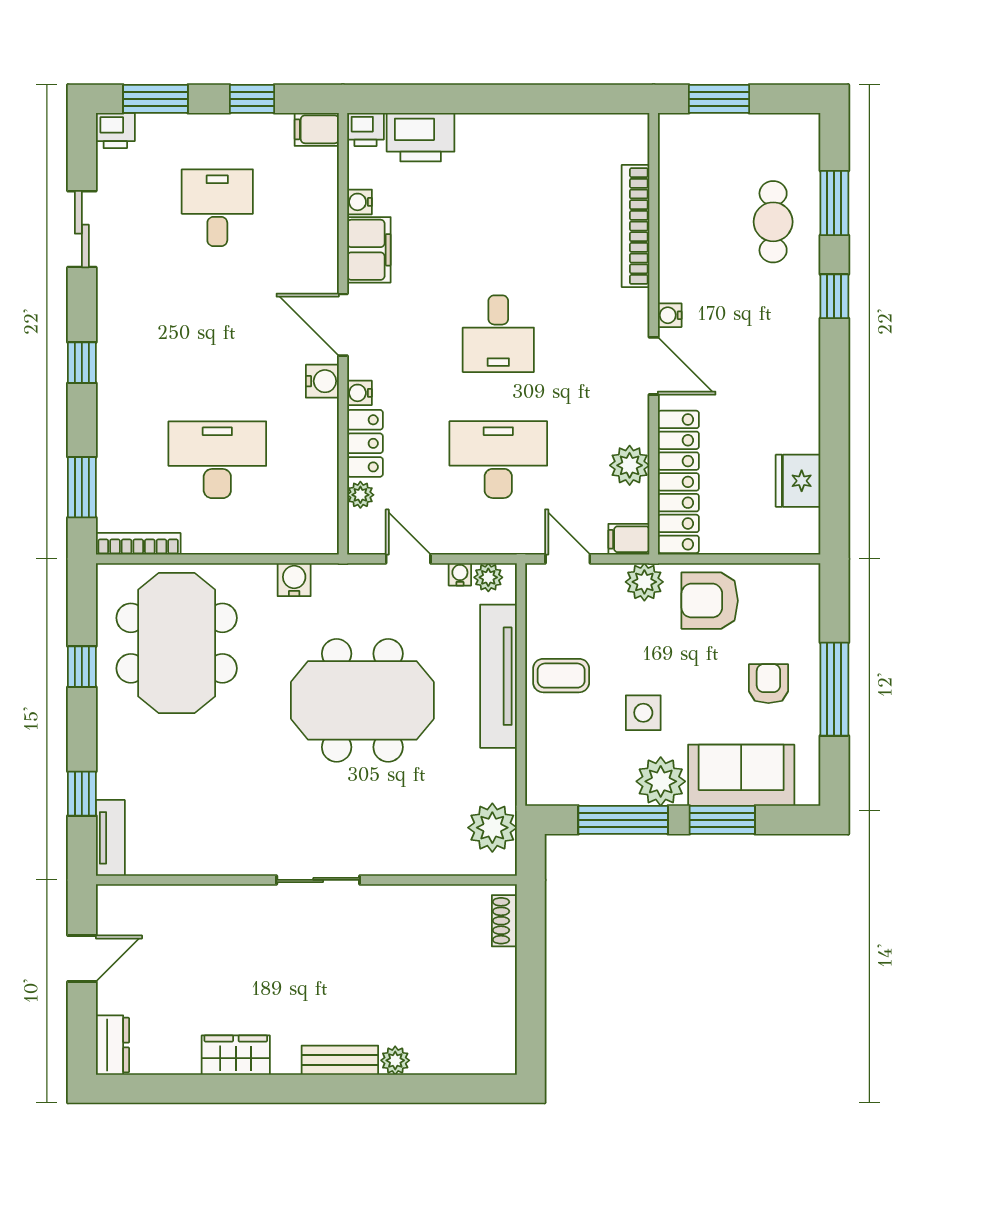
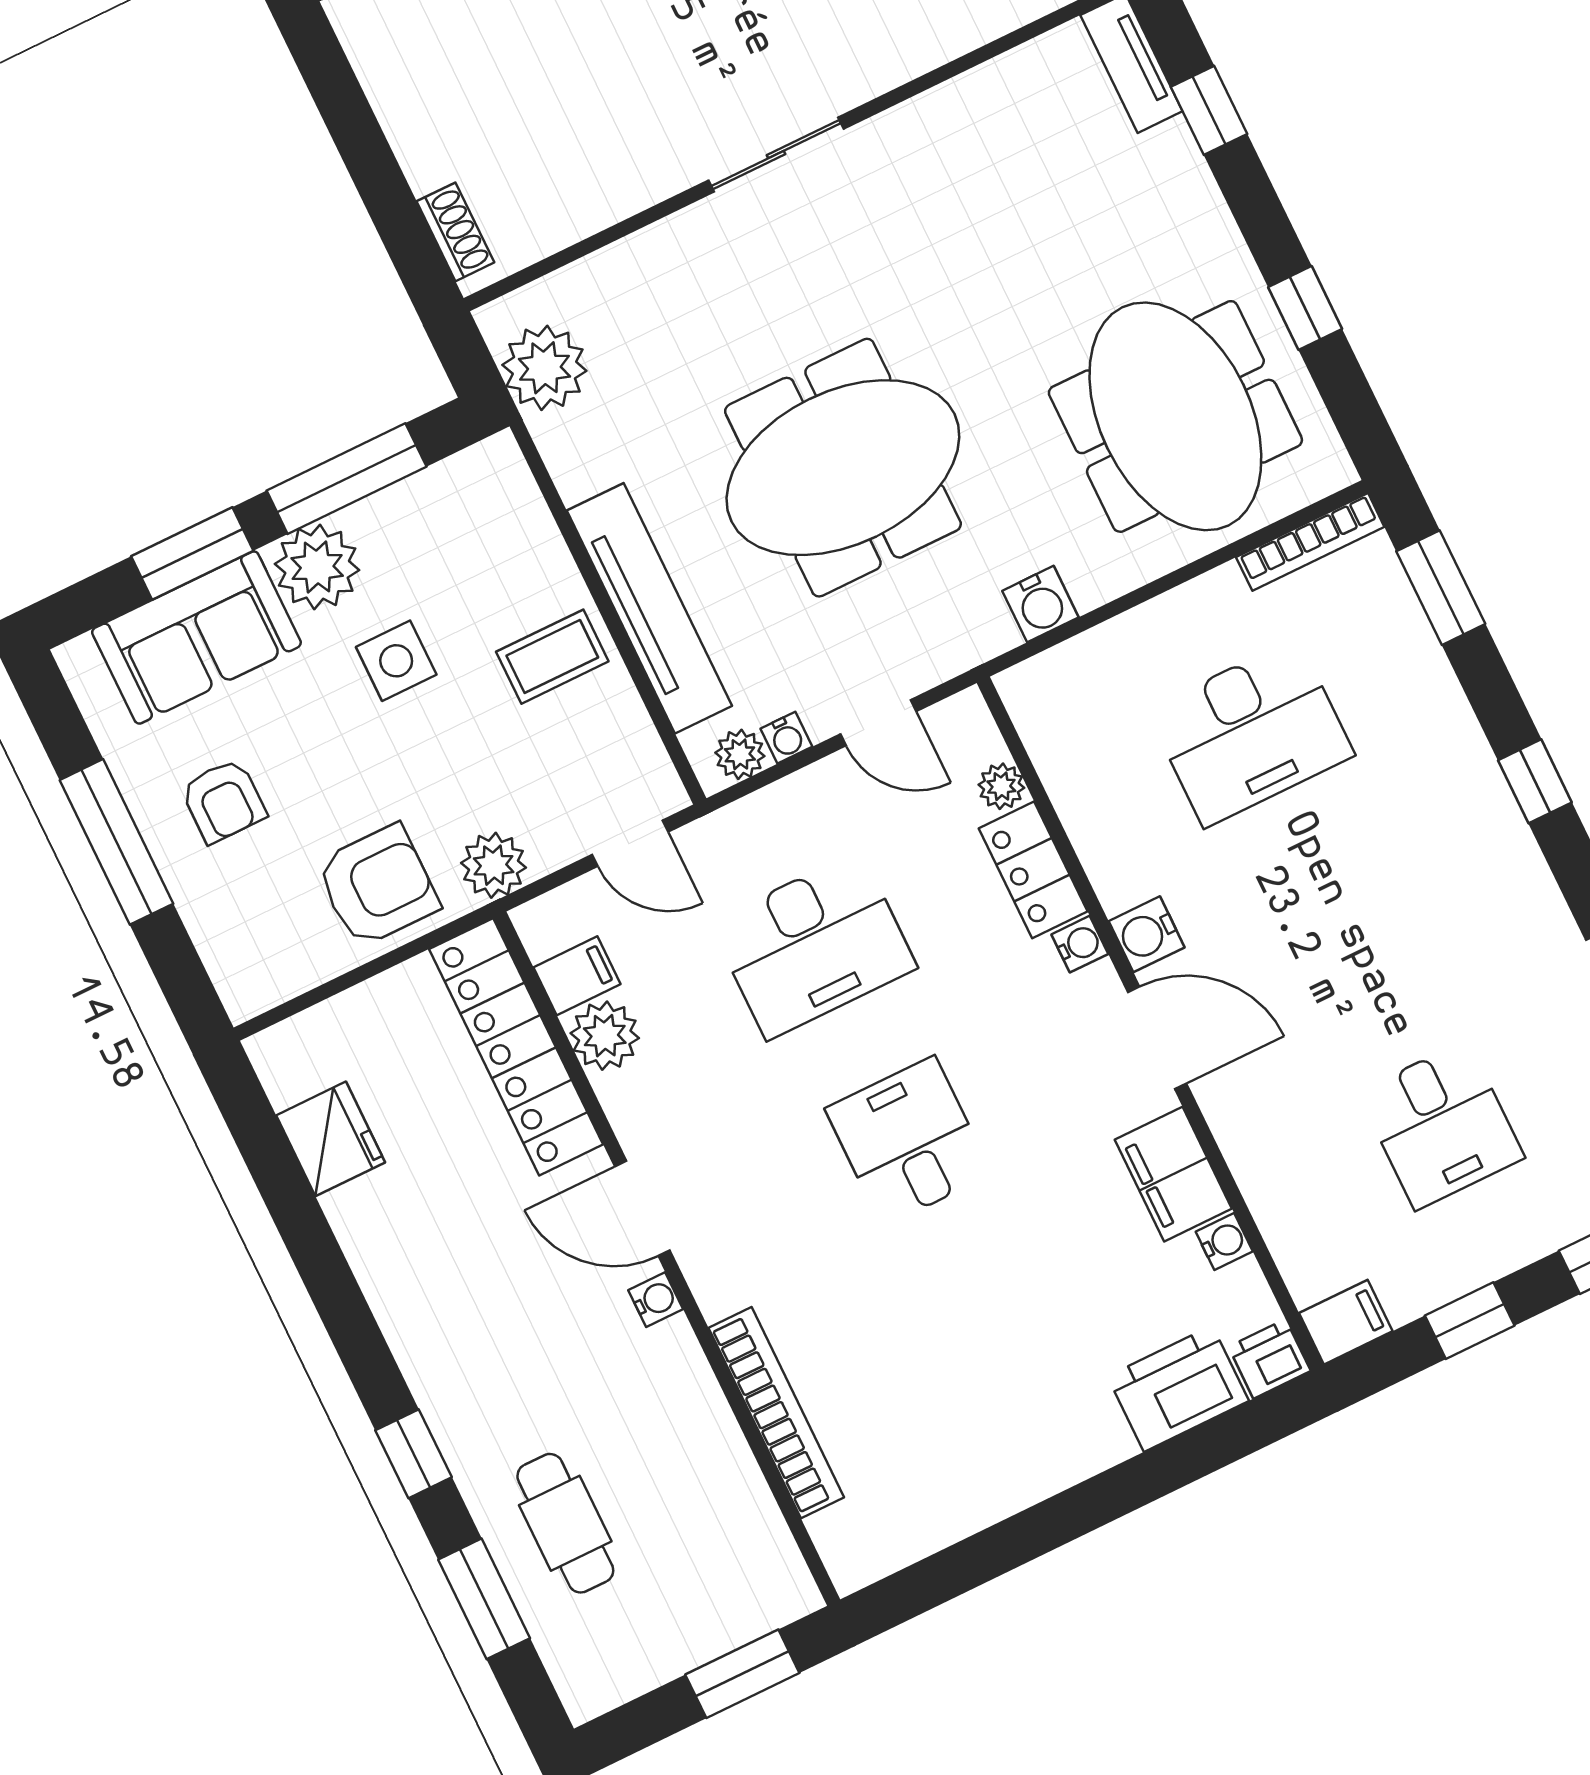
filing cabinet: (629, 539) -> (577, 976), moved

